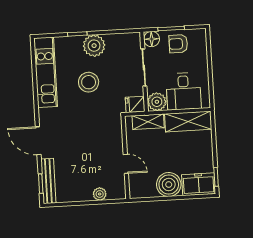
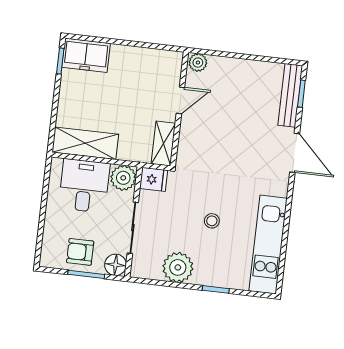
armchair: (178, 44) -> (80, 252), turned 180
plant: (94, 46) -> (178, 267), moved
stool: (89, 82) -> (212, 221), width x0.53, depth x0.53
shelving: (148, 122) -> (163, 143), moved, turned 90
door: (126, 164) -> (180, 100), swing flipped
boiler: (169, 184) -> (127, 62), removed
plant: (100, 194) -> (198, 63), moved

